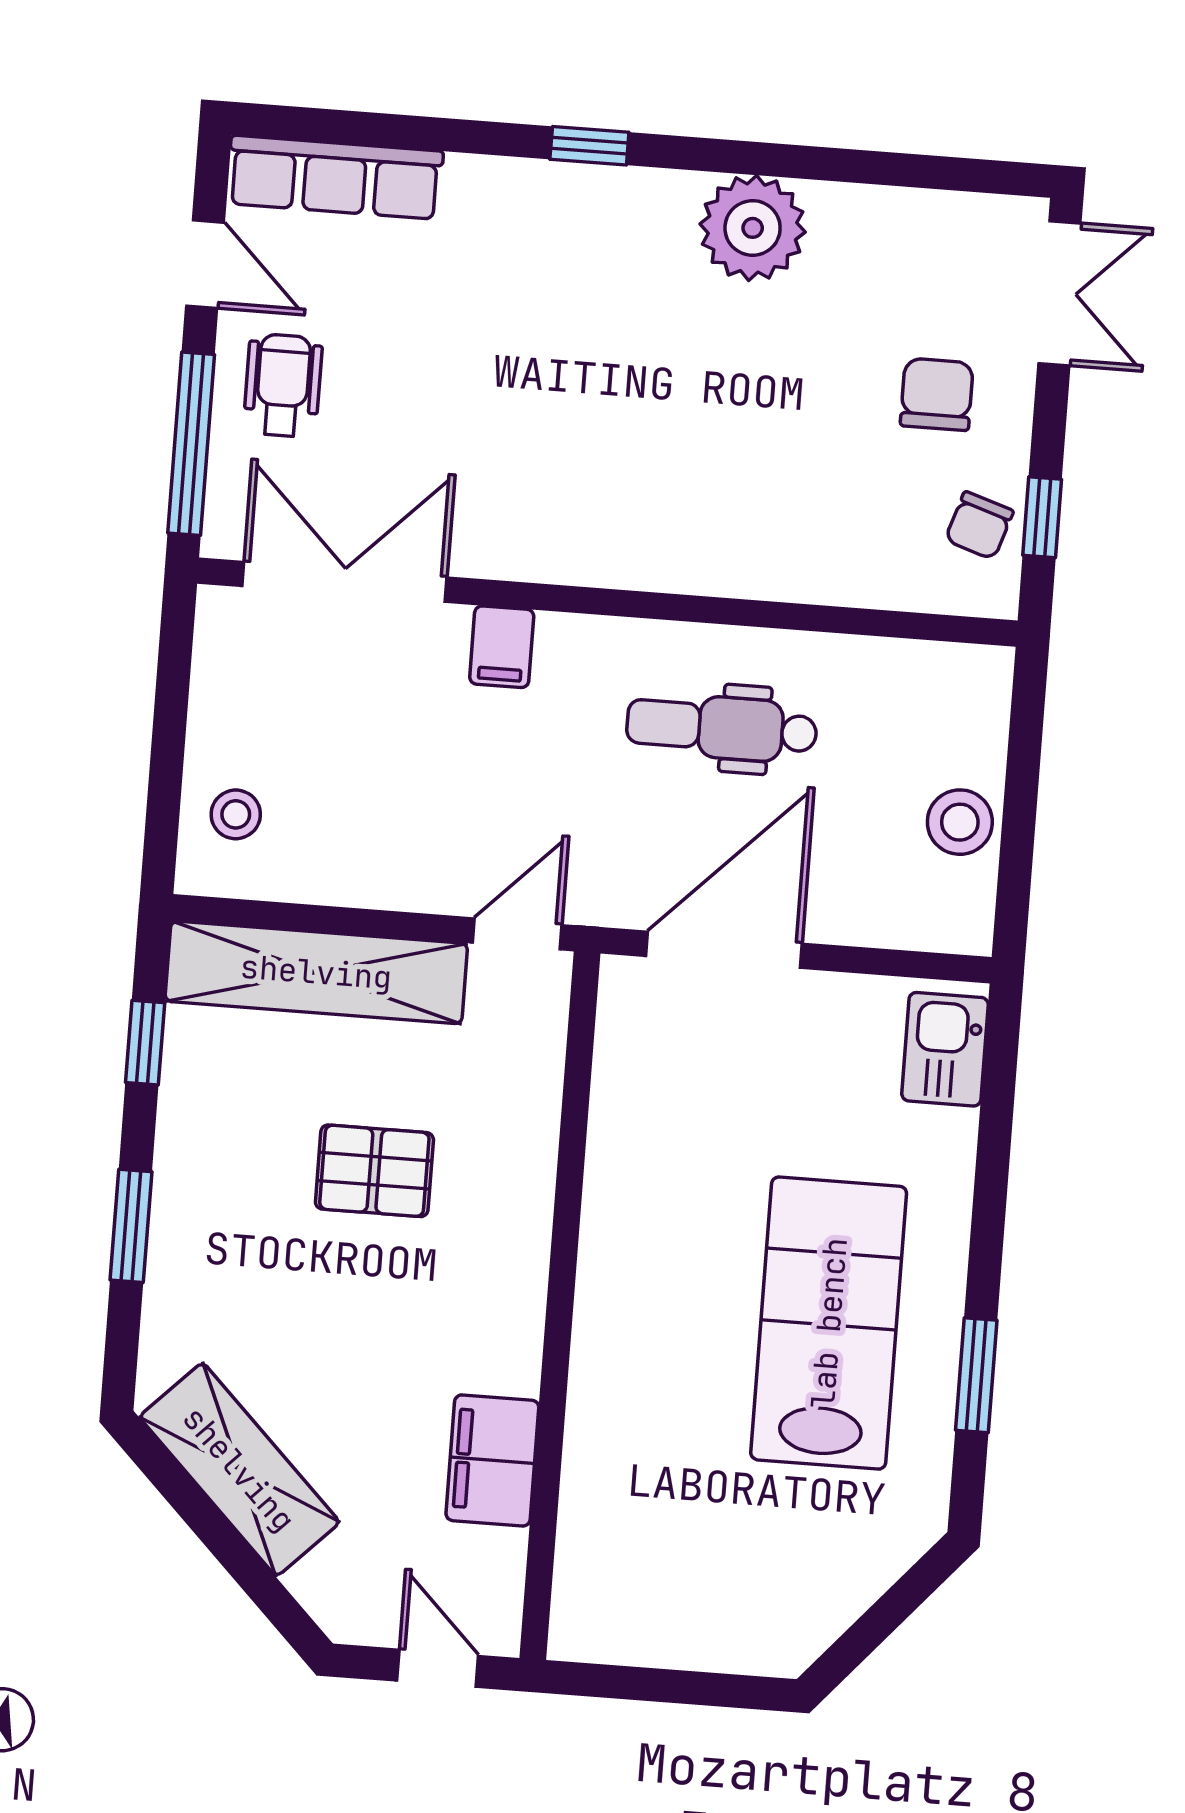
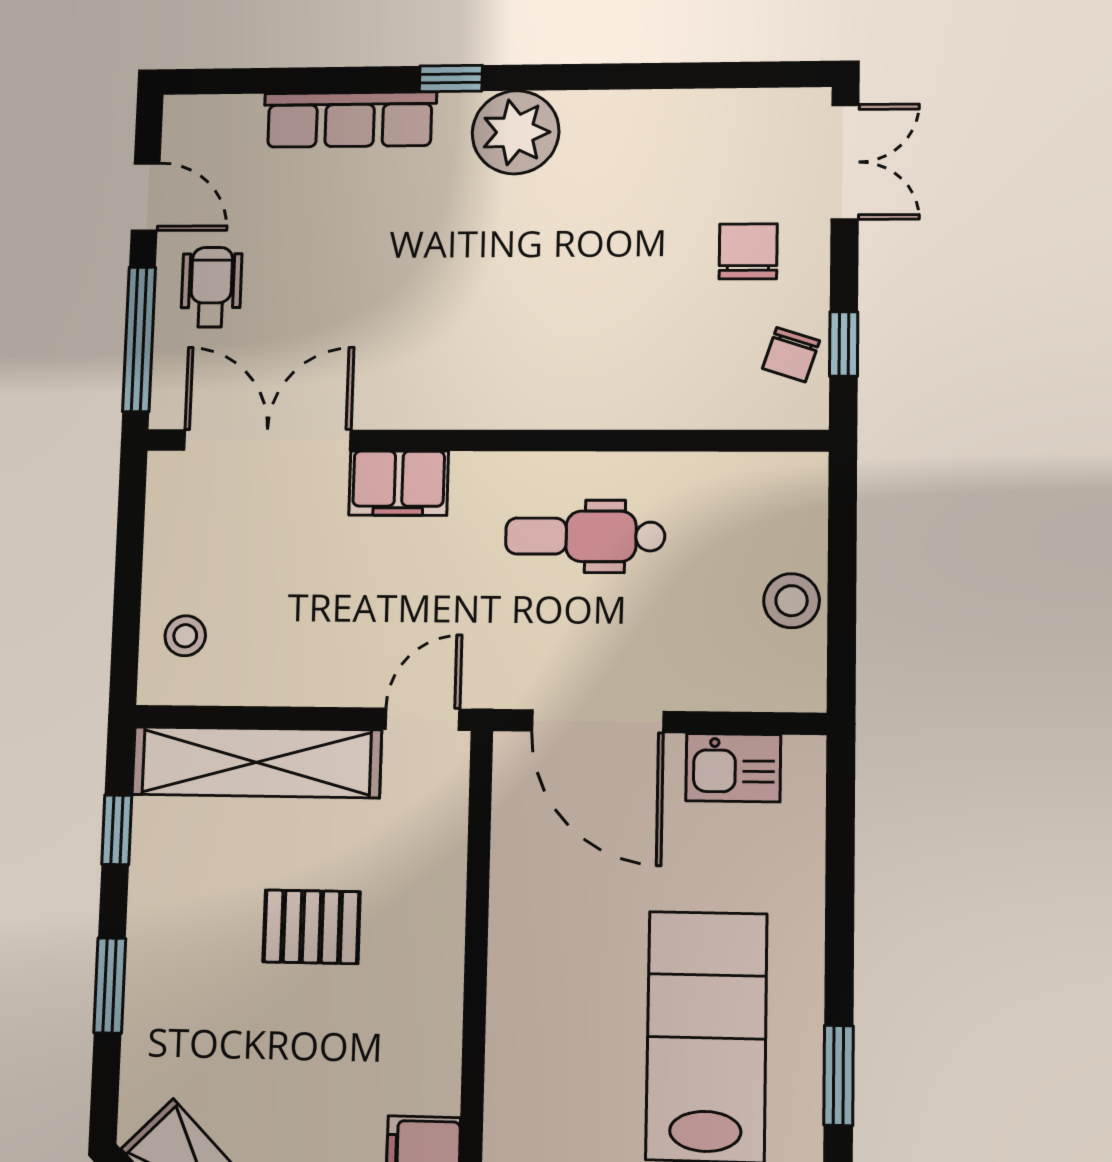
row of seats: (335, 177) -> (350, 119), moved
plant: (753, 228) -> (516, 132), moved
filing cabinet: (502, 647) -> (399, 483), width x2.00
door: (724, 950) -> (598, 721), swing flipped
kitchen sink: (945, 1049) -> (733, 768), moved, turned -90

